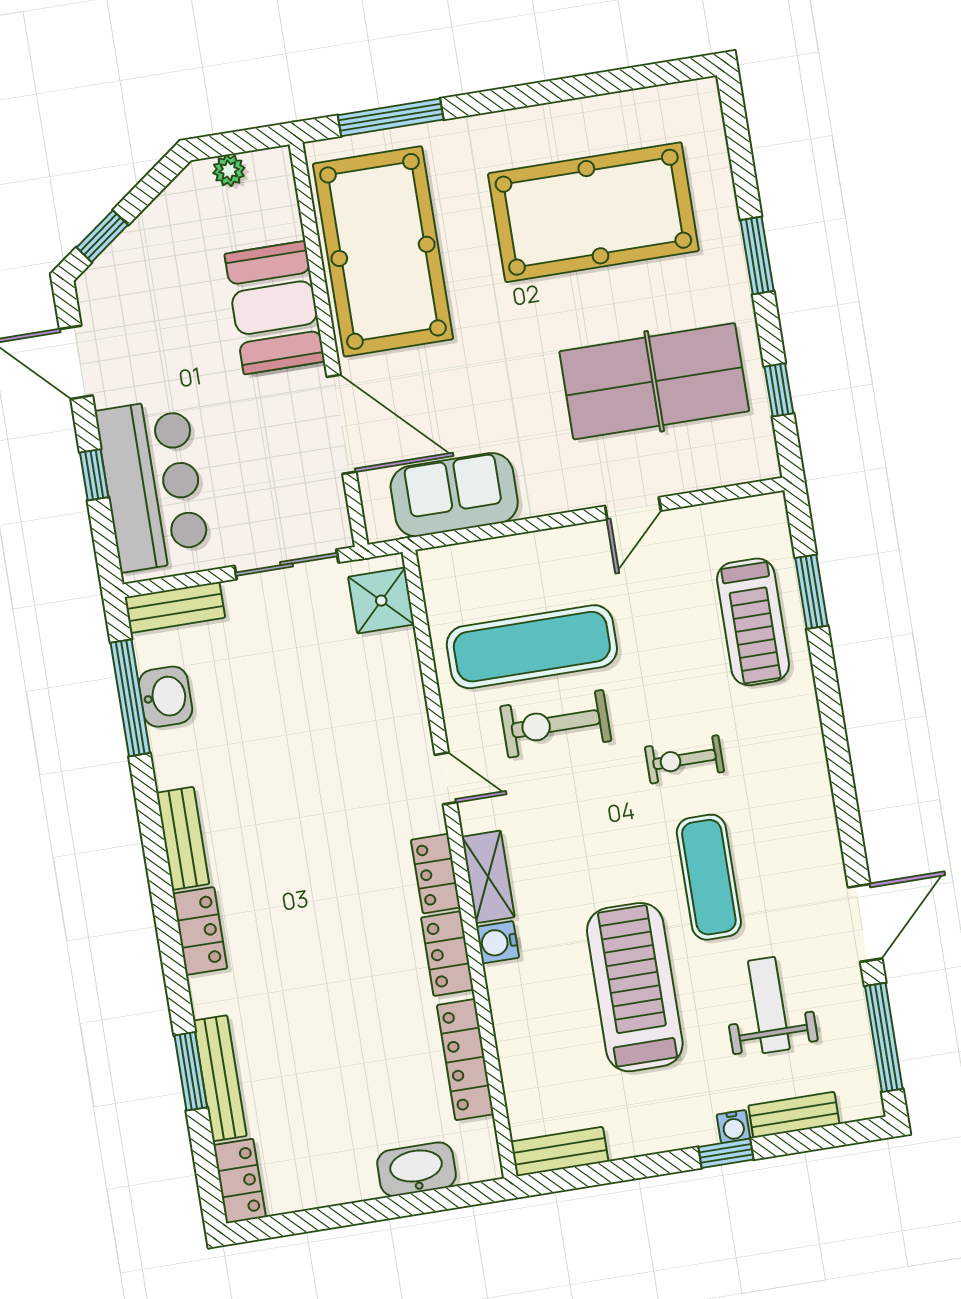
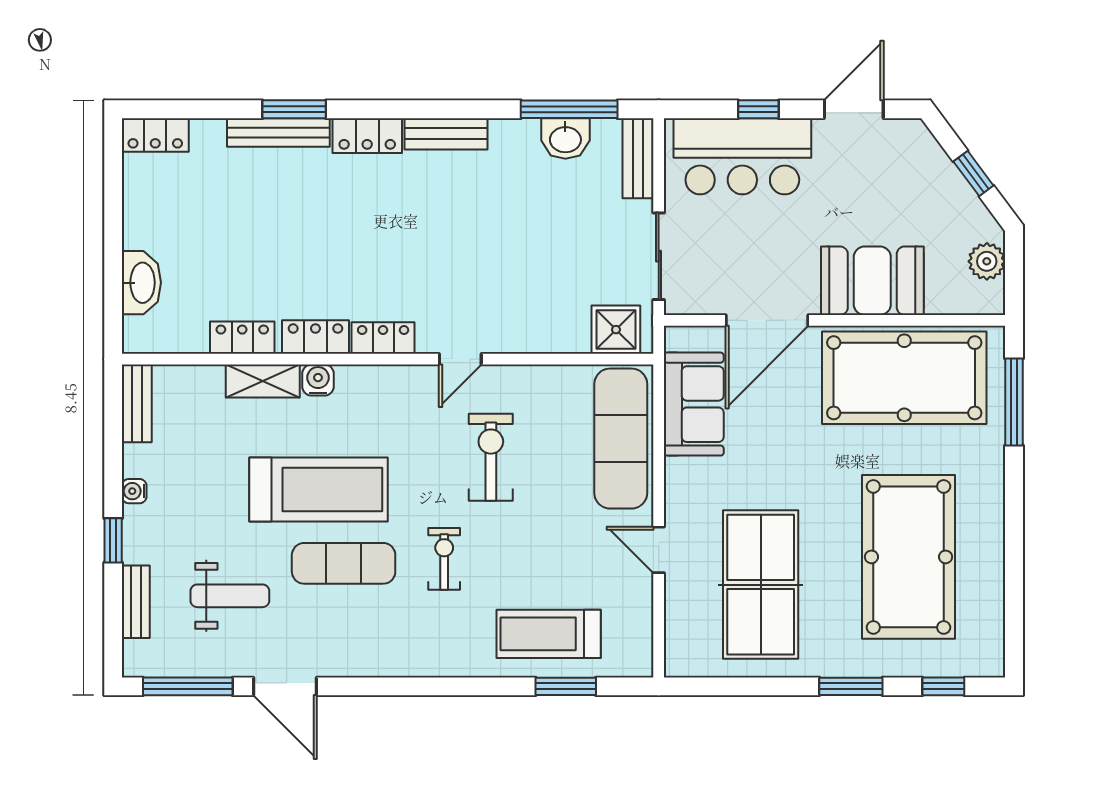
plant: (229, 170) -> (987, 261), width x1.38, depth x1.38
window: (102, 236) -> (973, 173), moved
window: (779, 390) -> (943, 686), moved
exercise mat: (532, 647) -> (621, 439), moved
shelving: (488, 877) -> (263, 381), moved
treadmill: (635, 987) -> (318, 489), moved
locker: (465, 1060) -> (242, 338), width x0.66
window: (191, 1071) -> (294, 109), moved
bench: (220, 1078) -> (278, 132), moved
water cooler: (733, 1127) -> (134, 491), moved

